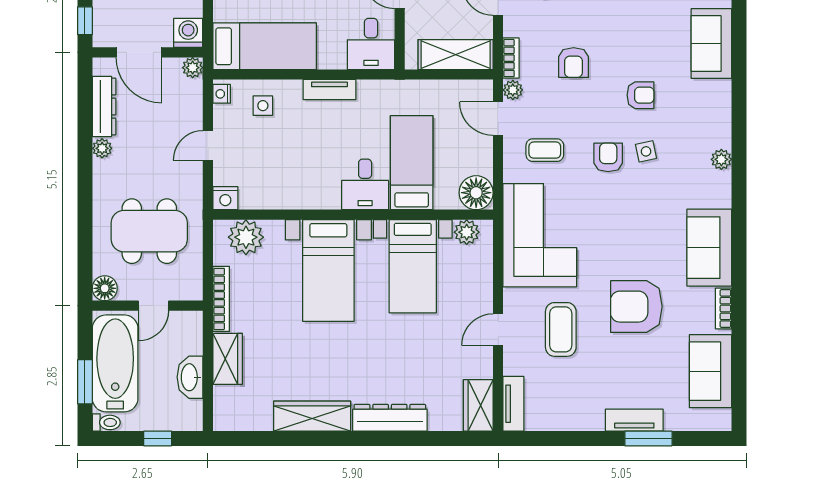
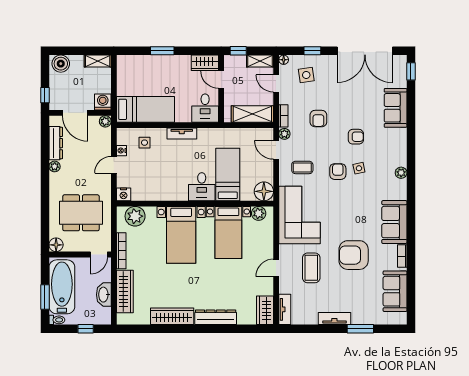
nightstand: (222, 94) -> (121, 151), moved
door: (154, 306) -> (99, 255), moved
wardrobe: (228, 359) -> (125, 291), width x1.50
tv unit: (634, 420) -> (334, 319), moved

